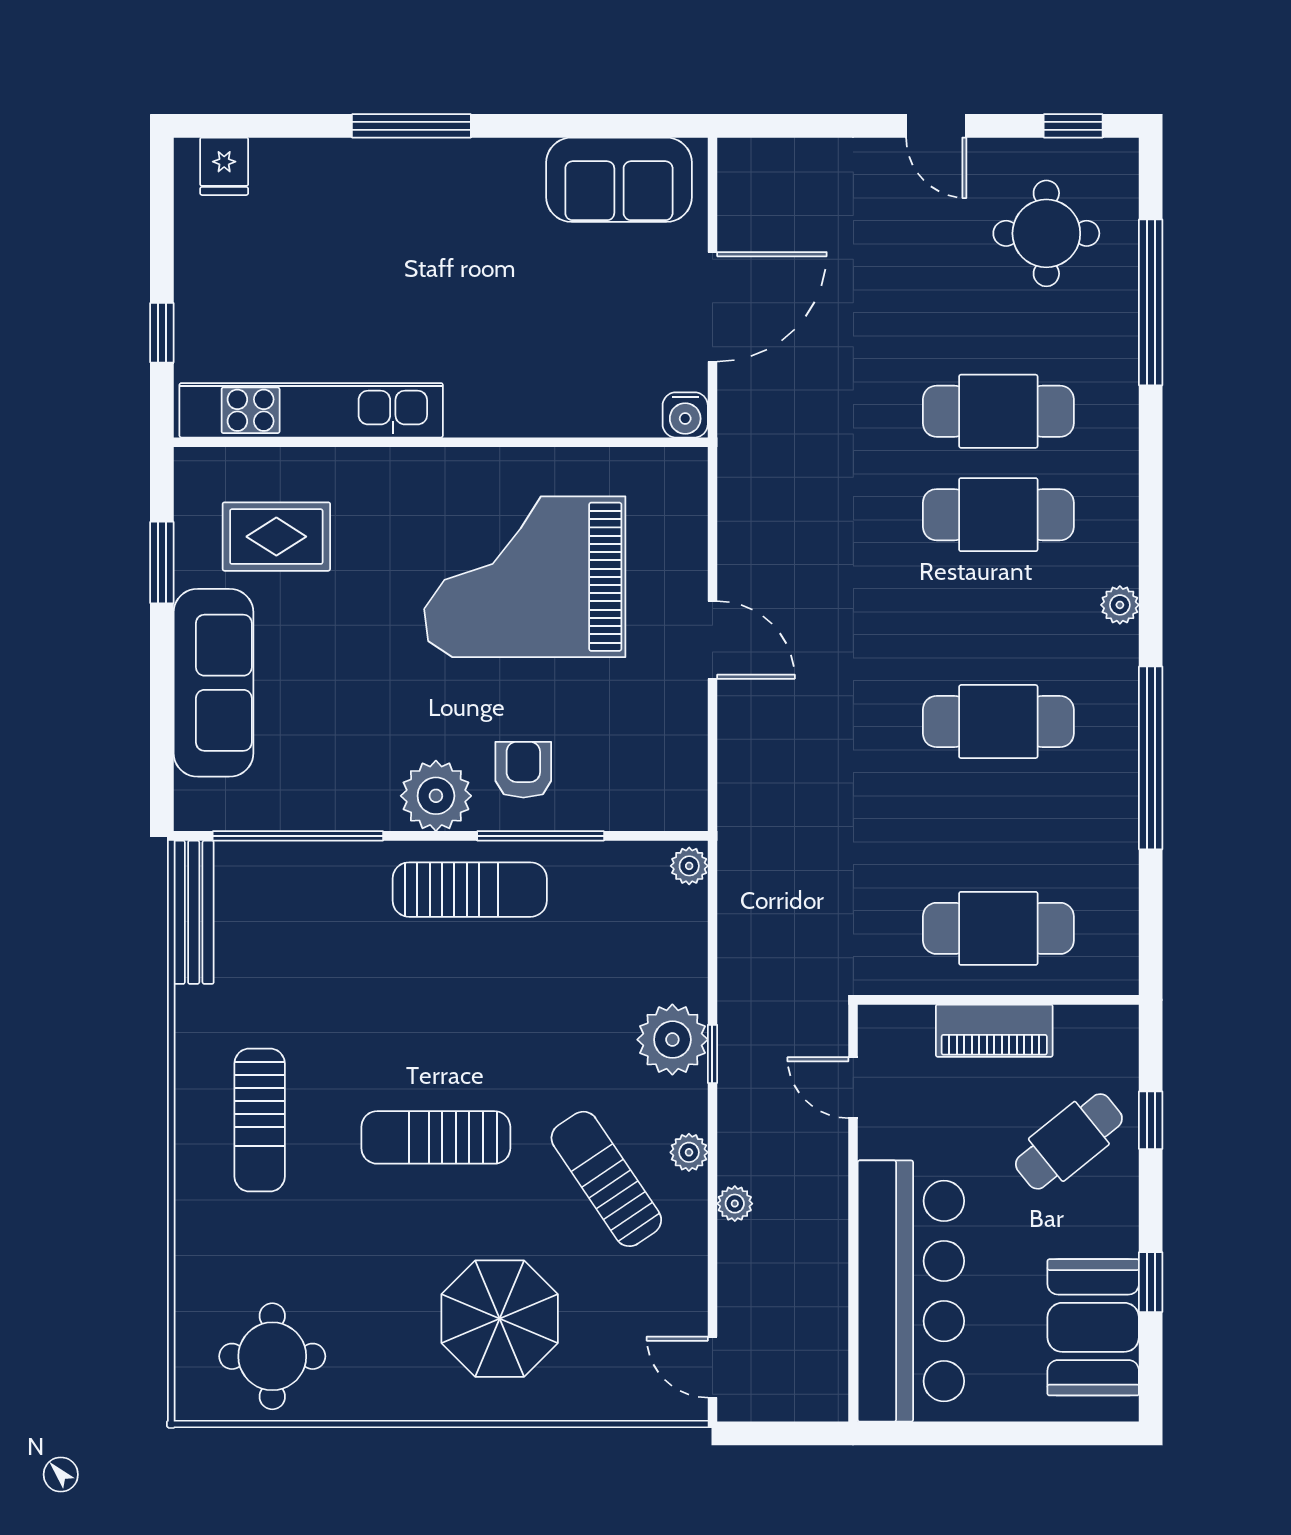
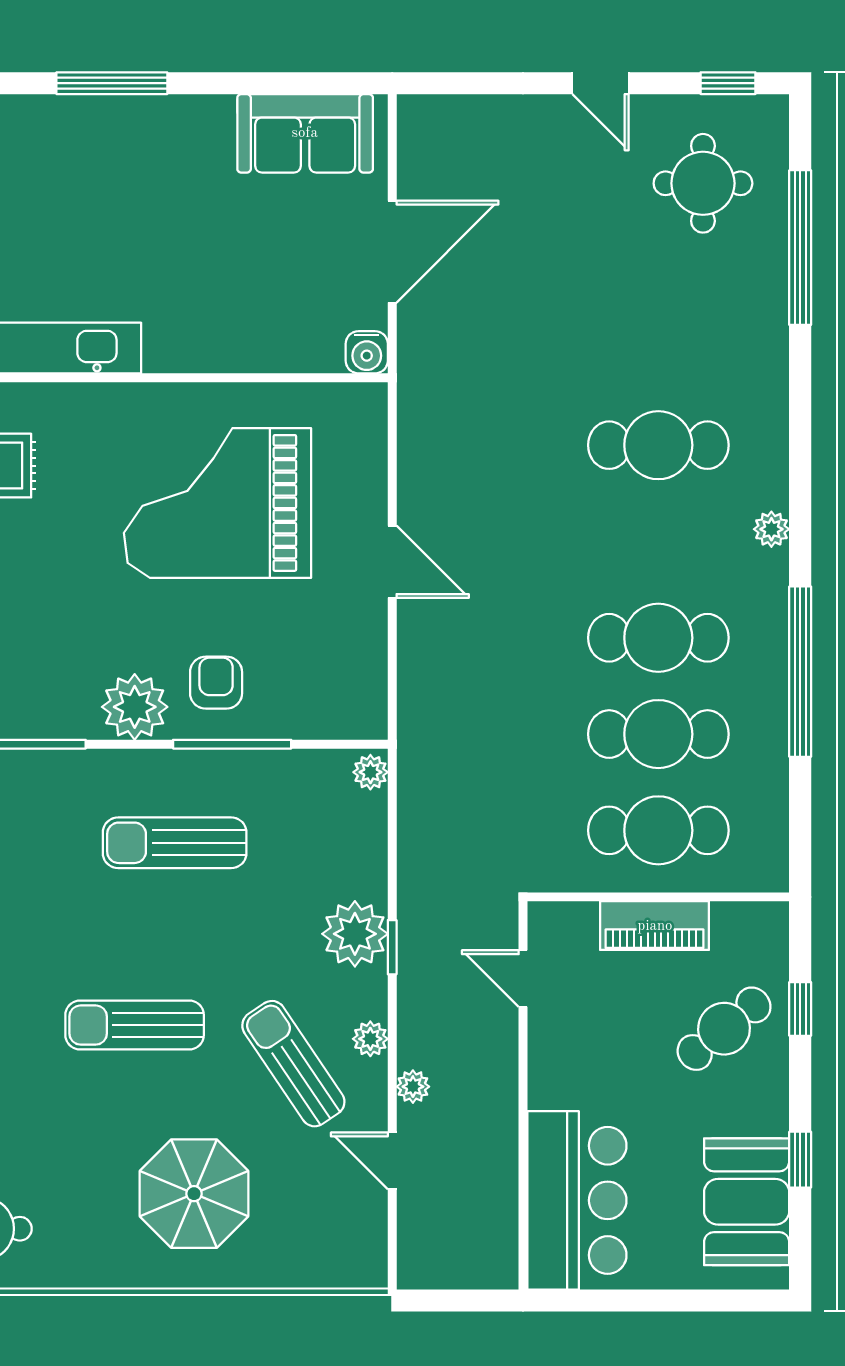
cafe table: (998, 411) -> (658, 734), moved
sun lounger: (470, 890) -> (175, 843), moved, turned 180
bar counter: (911, 1291) -> (577, 1200), width x0.73
door: (712, 1367) -> (392, 1161), moved

